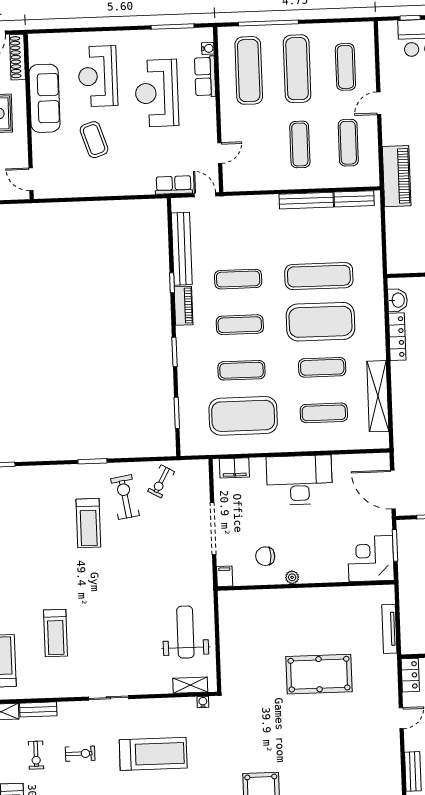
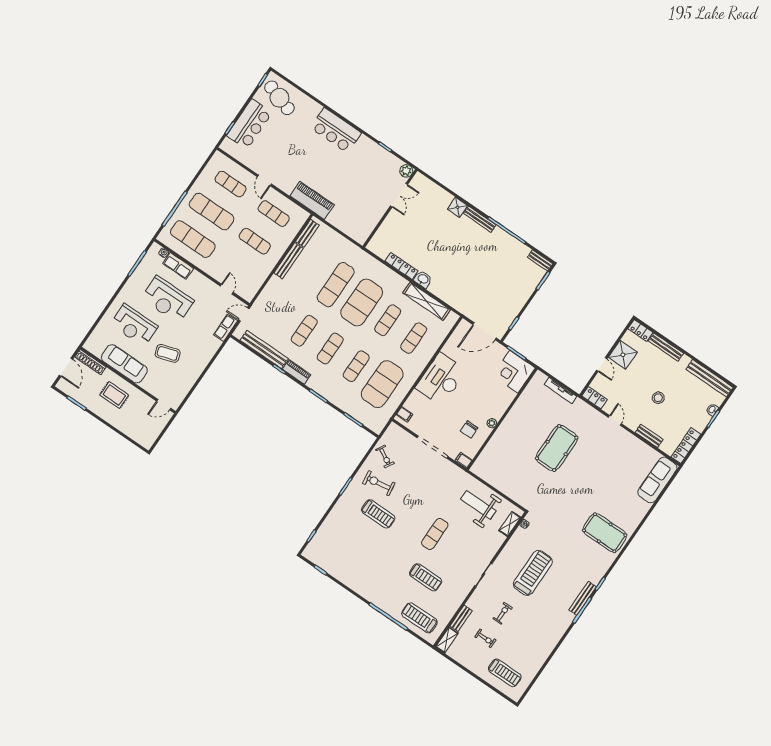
washbasin: (398, 300) -> (423, 279), moved
filing cabinet: (234, 468) -> (405, 414), width x0.50
exercise mat: (114, 606) -> (435, 534), added

